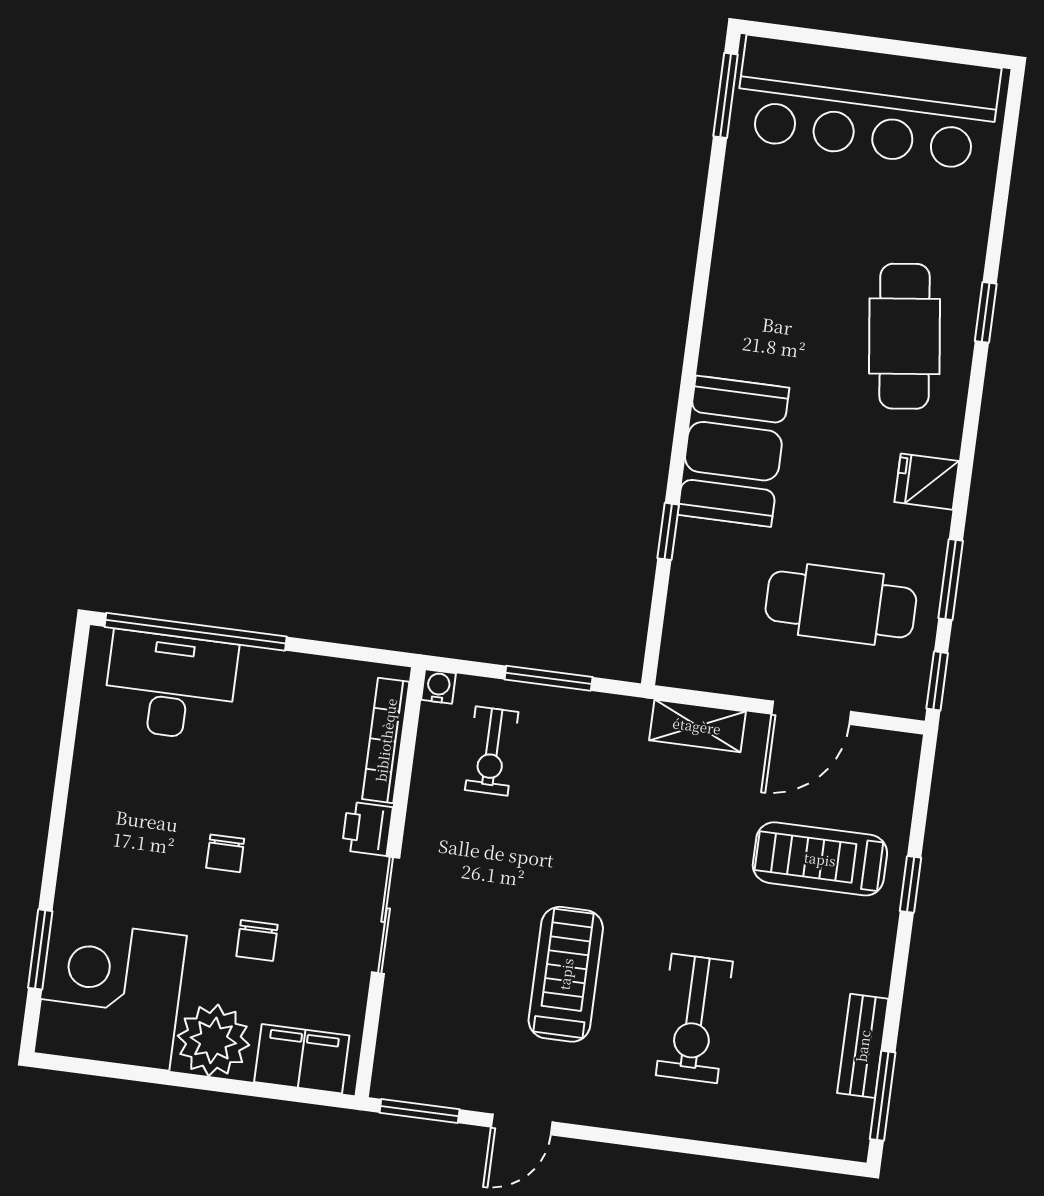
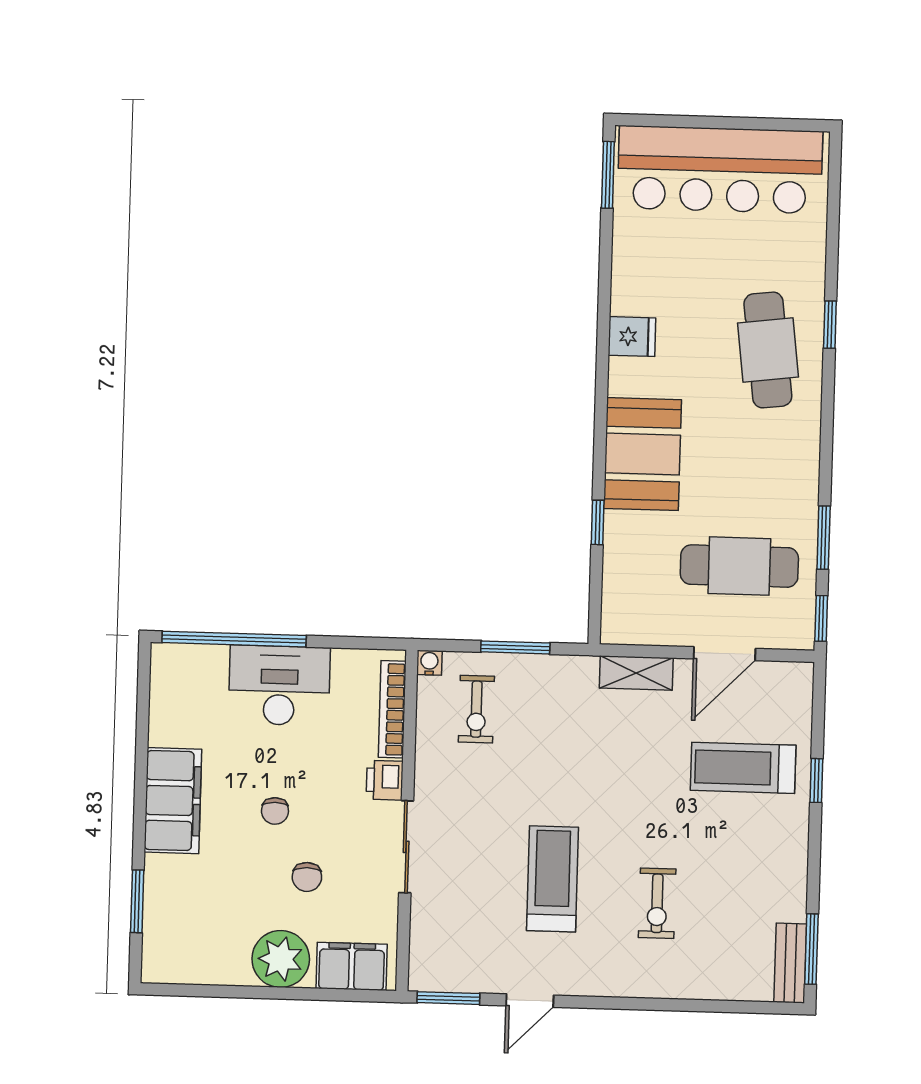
fridge: (927, 482) -> (632, 337), moved, turned 180
desk: (170, 686) -> (279, 685), moved
filing cabinet: (98, 827) -> (173, 801), added
corner desk: (110, 994) -> (196, 931), removed
exercise bike: (694, 1018) -> (657, 903), width x0.73, depth x0.72
bench: (863, 1046) -> (790, 963), moved

